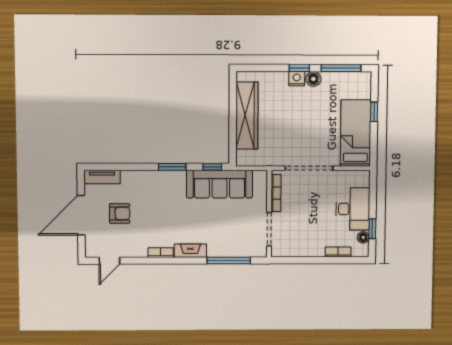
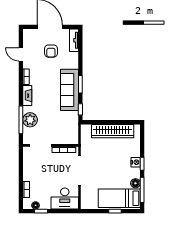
floor lamp: (313, 79) -> (135, 183), moved
bed: (356, 133) -> (119, 198), moved, turned 180
sofa: (220, 184) -> (69, 90), moved
desk: (353, 209) -> (65, 198), moved
plant: (229, 246) -> (30, 120), added
door: (109, 261) -> (21, 54), moved

